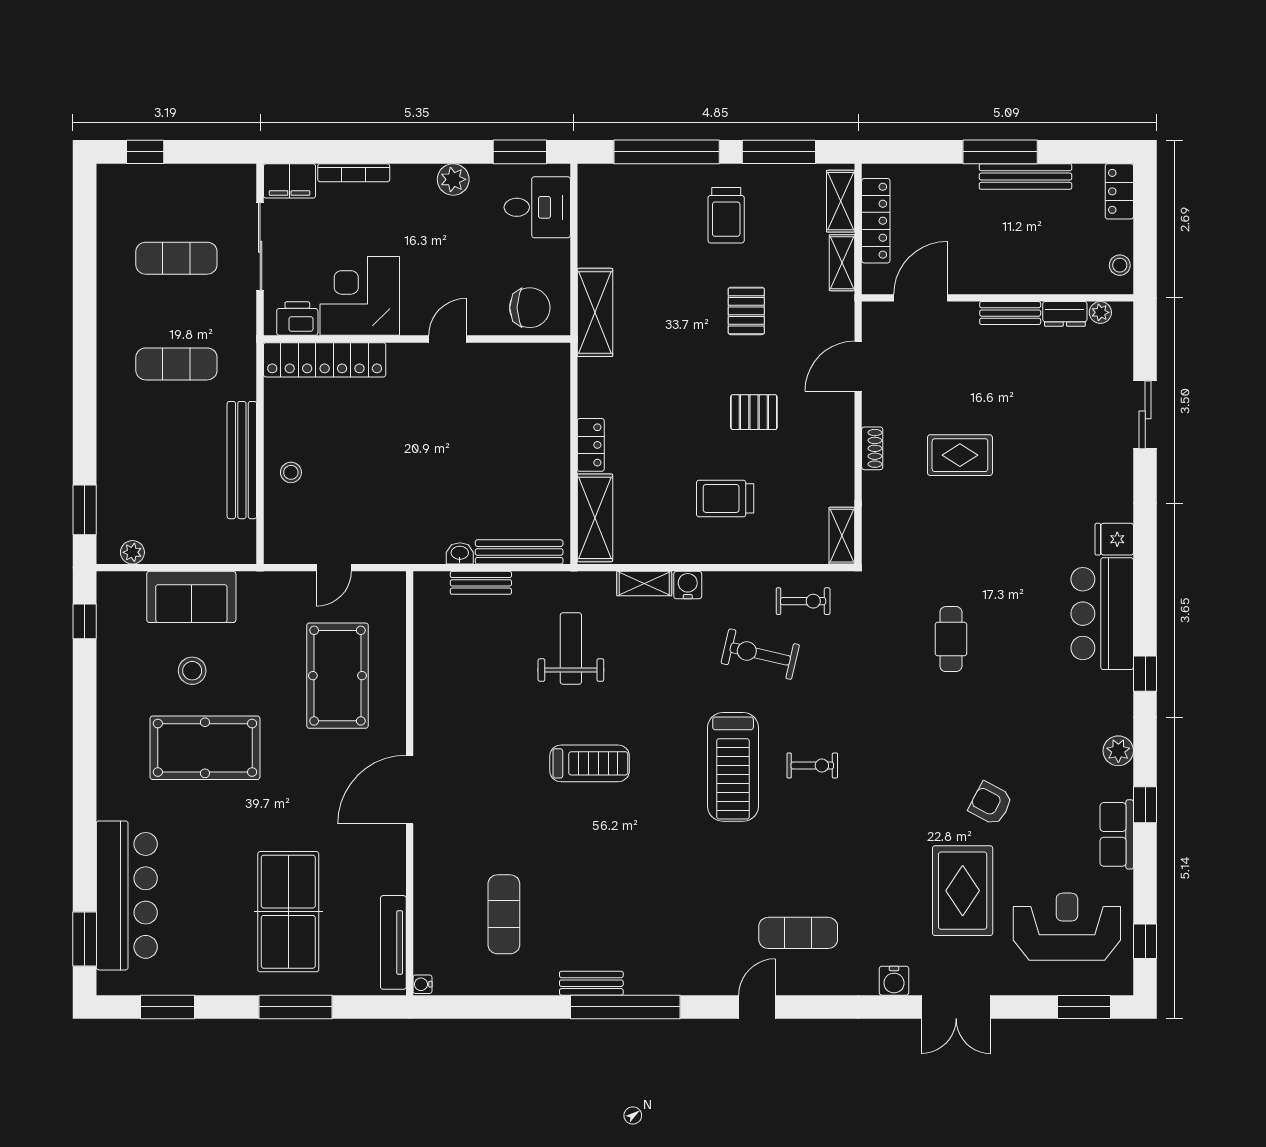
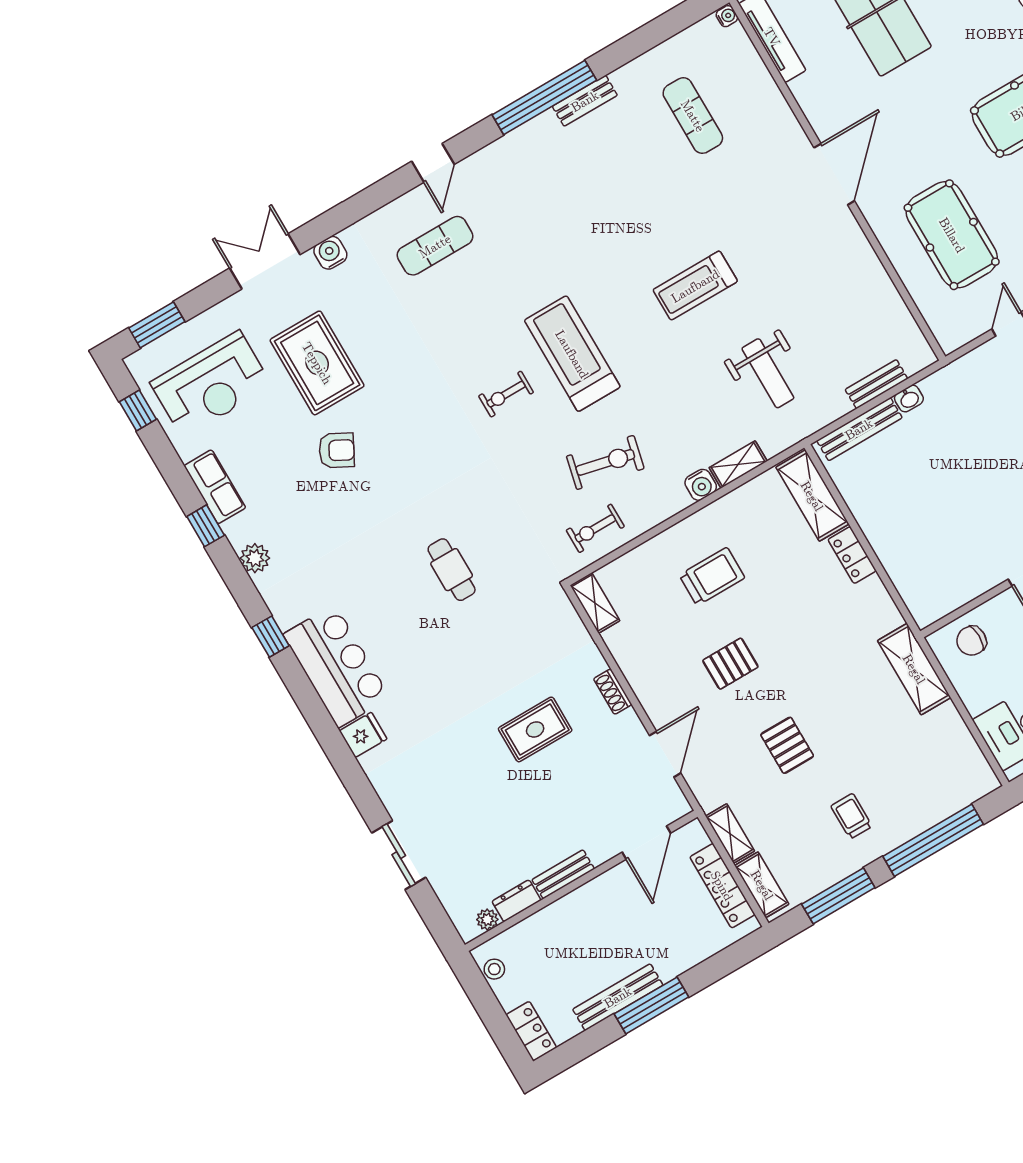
trolley: (726, 215) -> (851, 816), width x0.73, depth x0.72
chair: (530, 308) -> (972, 641), width x0.73, depth x0.73

